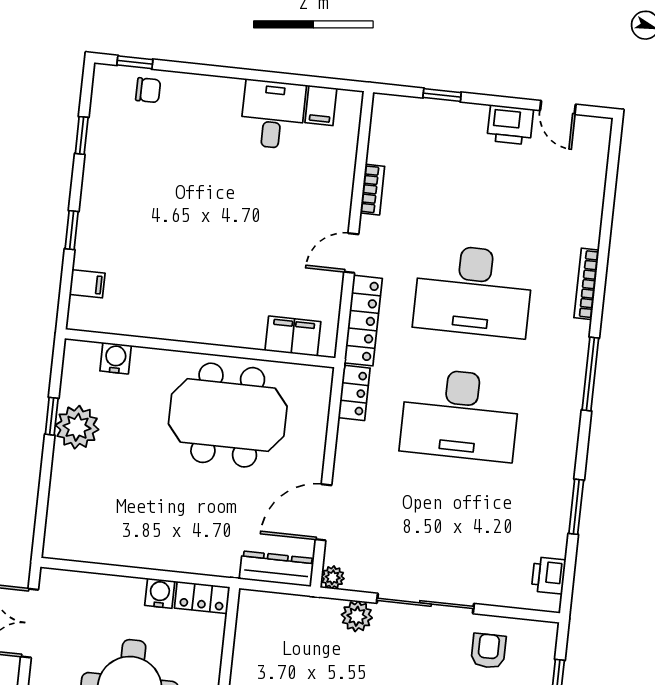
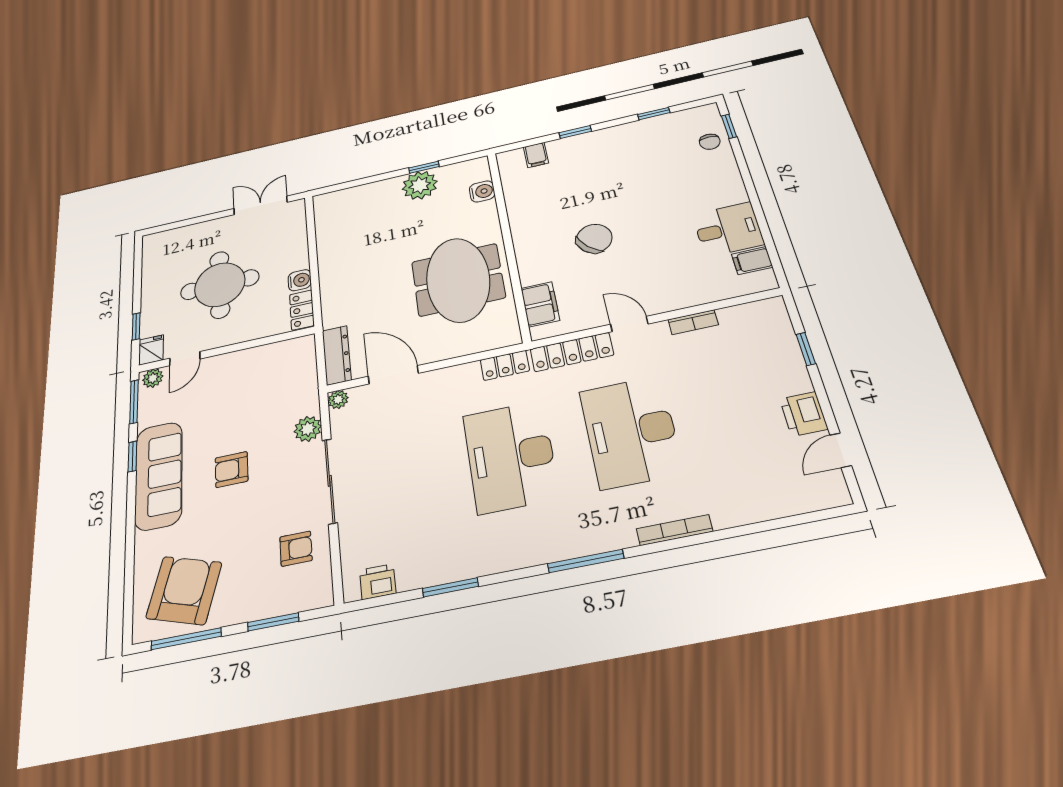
chair: (230, 255) -> (594, 239), added

